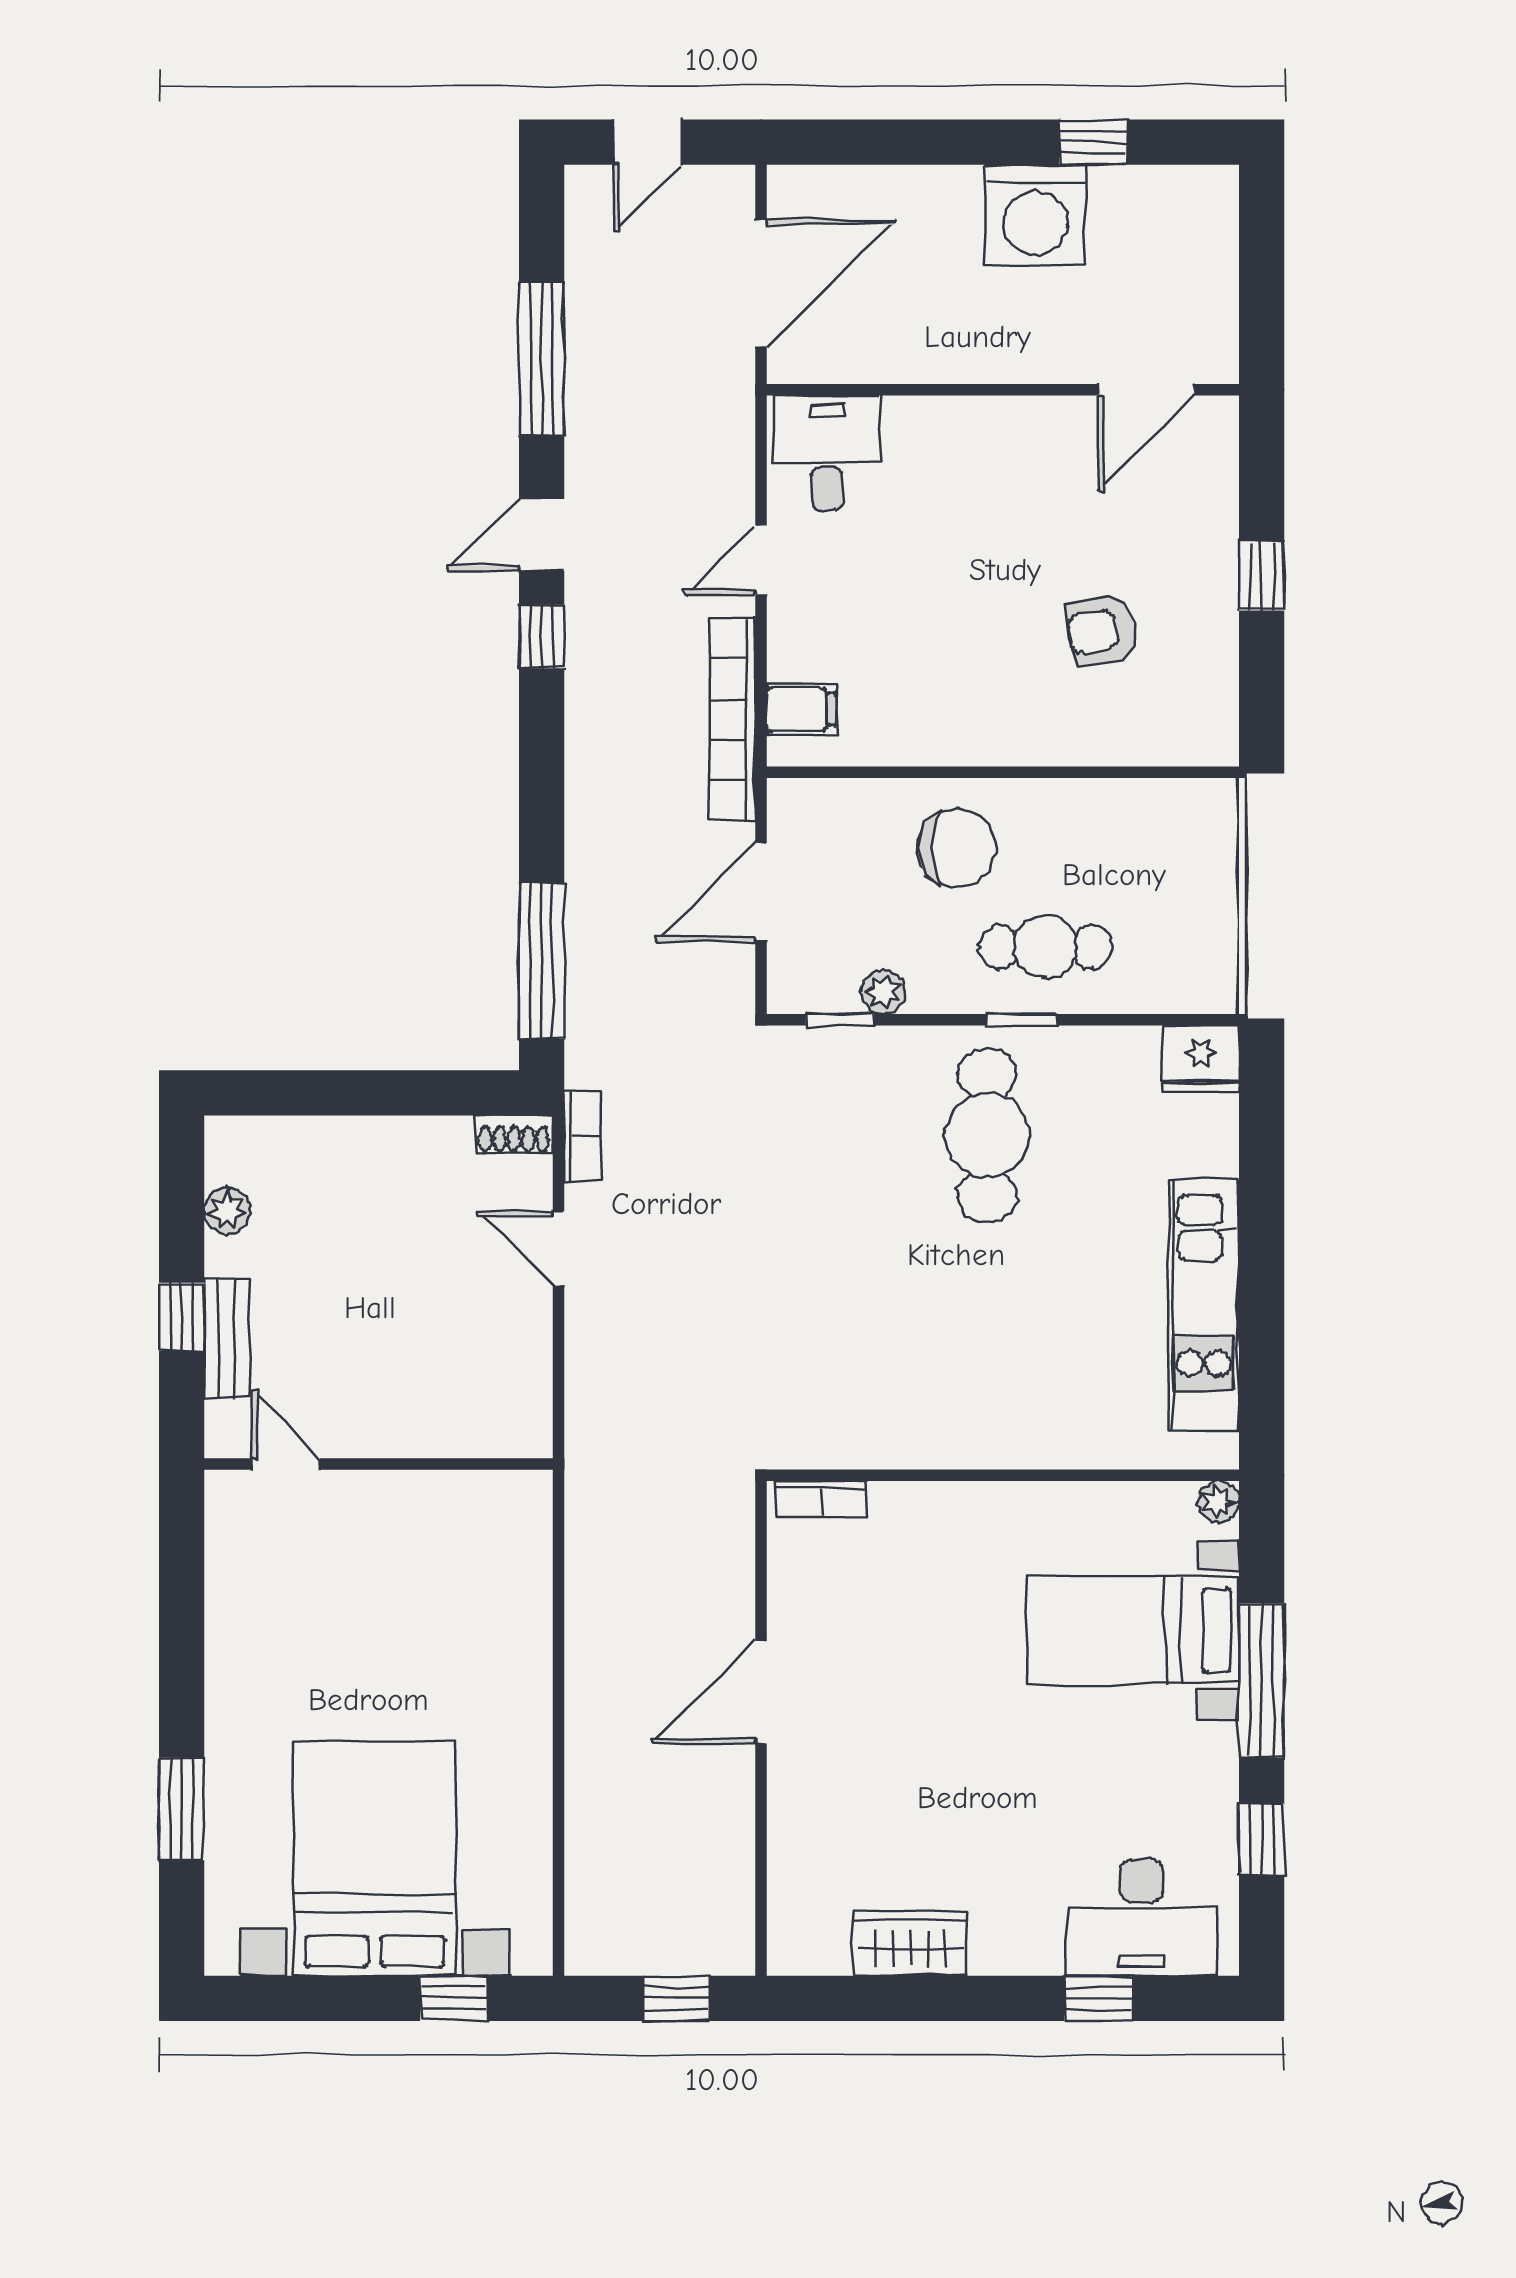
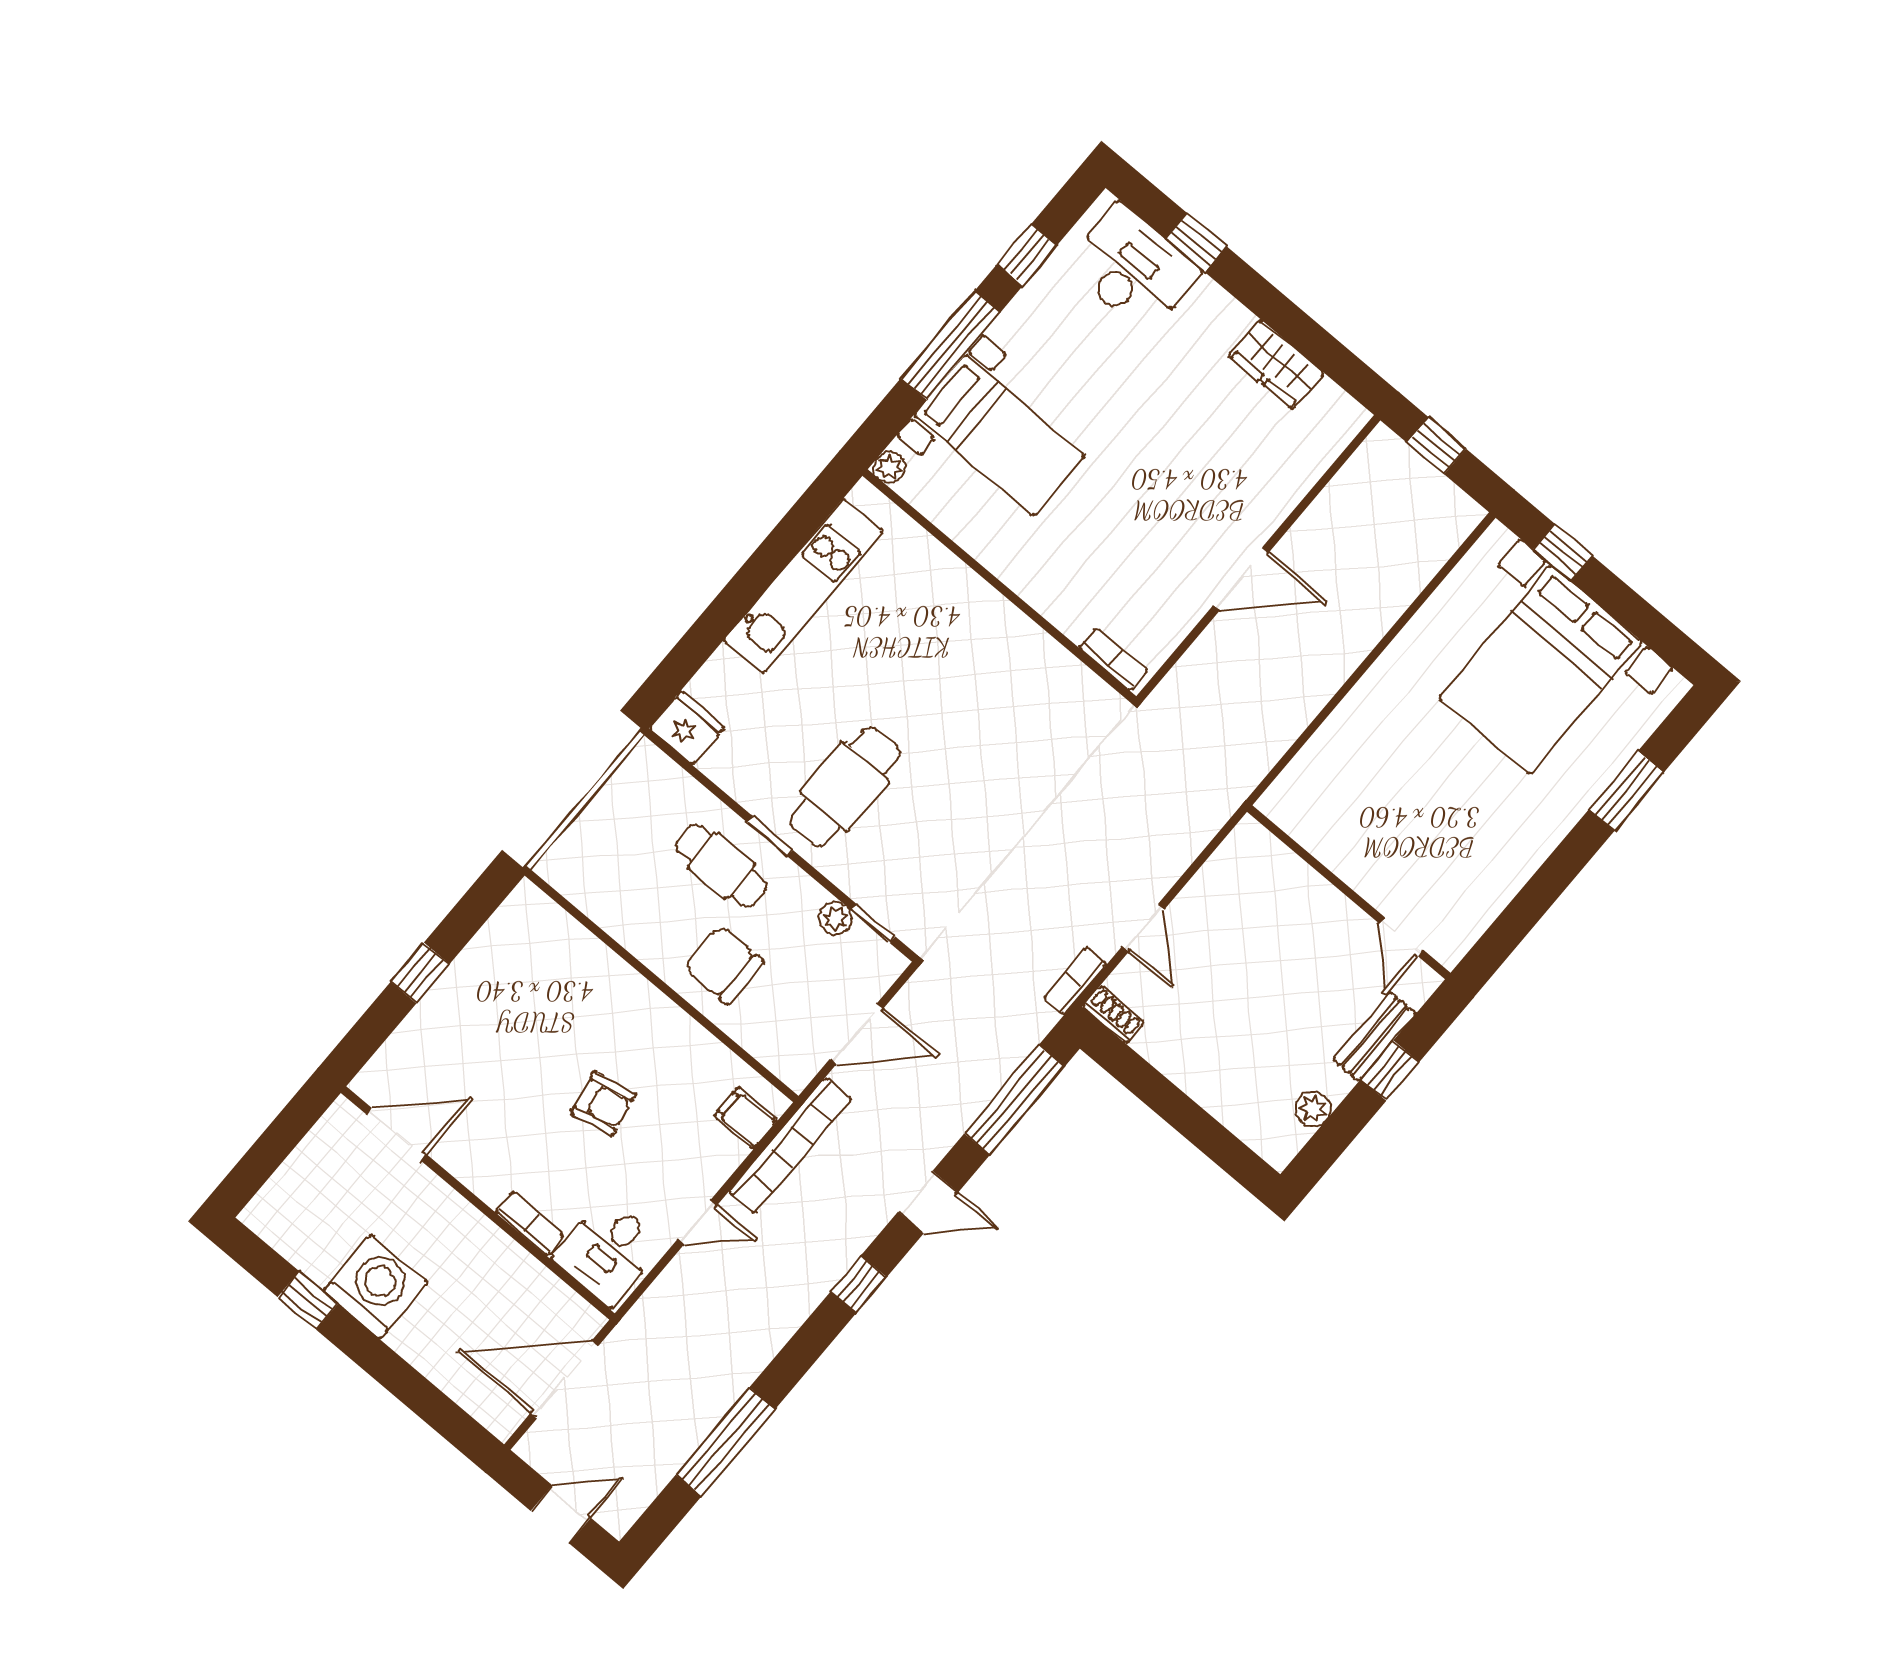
bookcase: (931, 414) -> (530, 1224), added
door: (542, 535) -> (928, 1202), moved
armchair: (1102, 630) -> (603, 1104), moved

